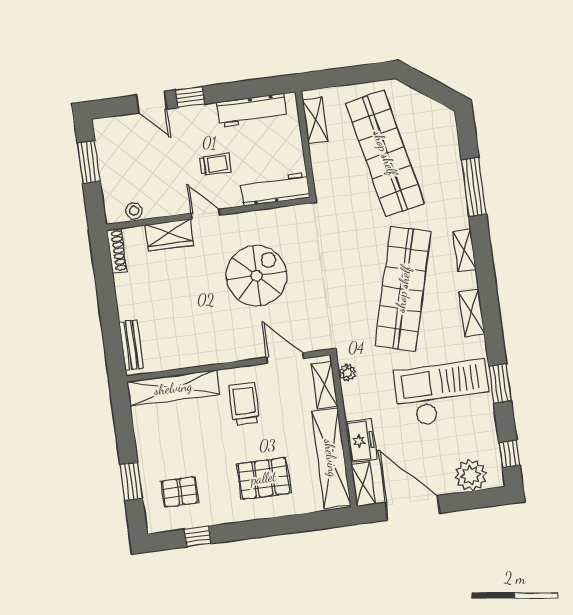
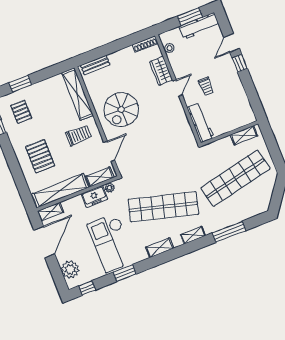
workbench: (252, 110) -> (199, 26), moved, turned -90
spiral stairs: (257, 276) -> (121, 109), moved, turned 90
checkout: (442, 393) -> (111, 243), turned 180
freezer: (361, 441) -> (94, 196), moved

